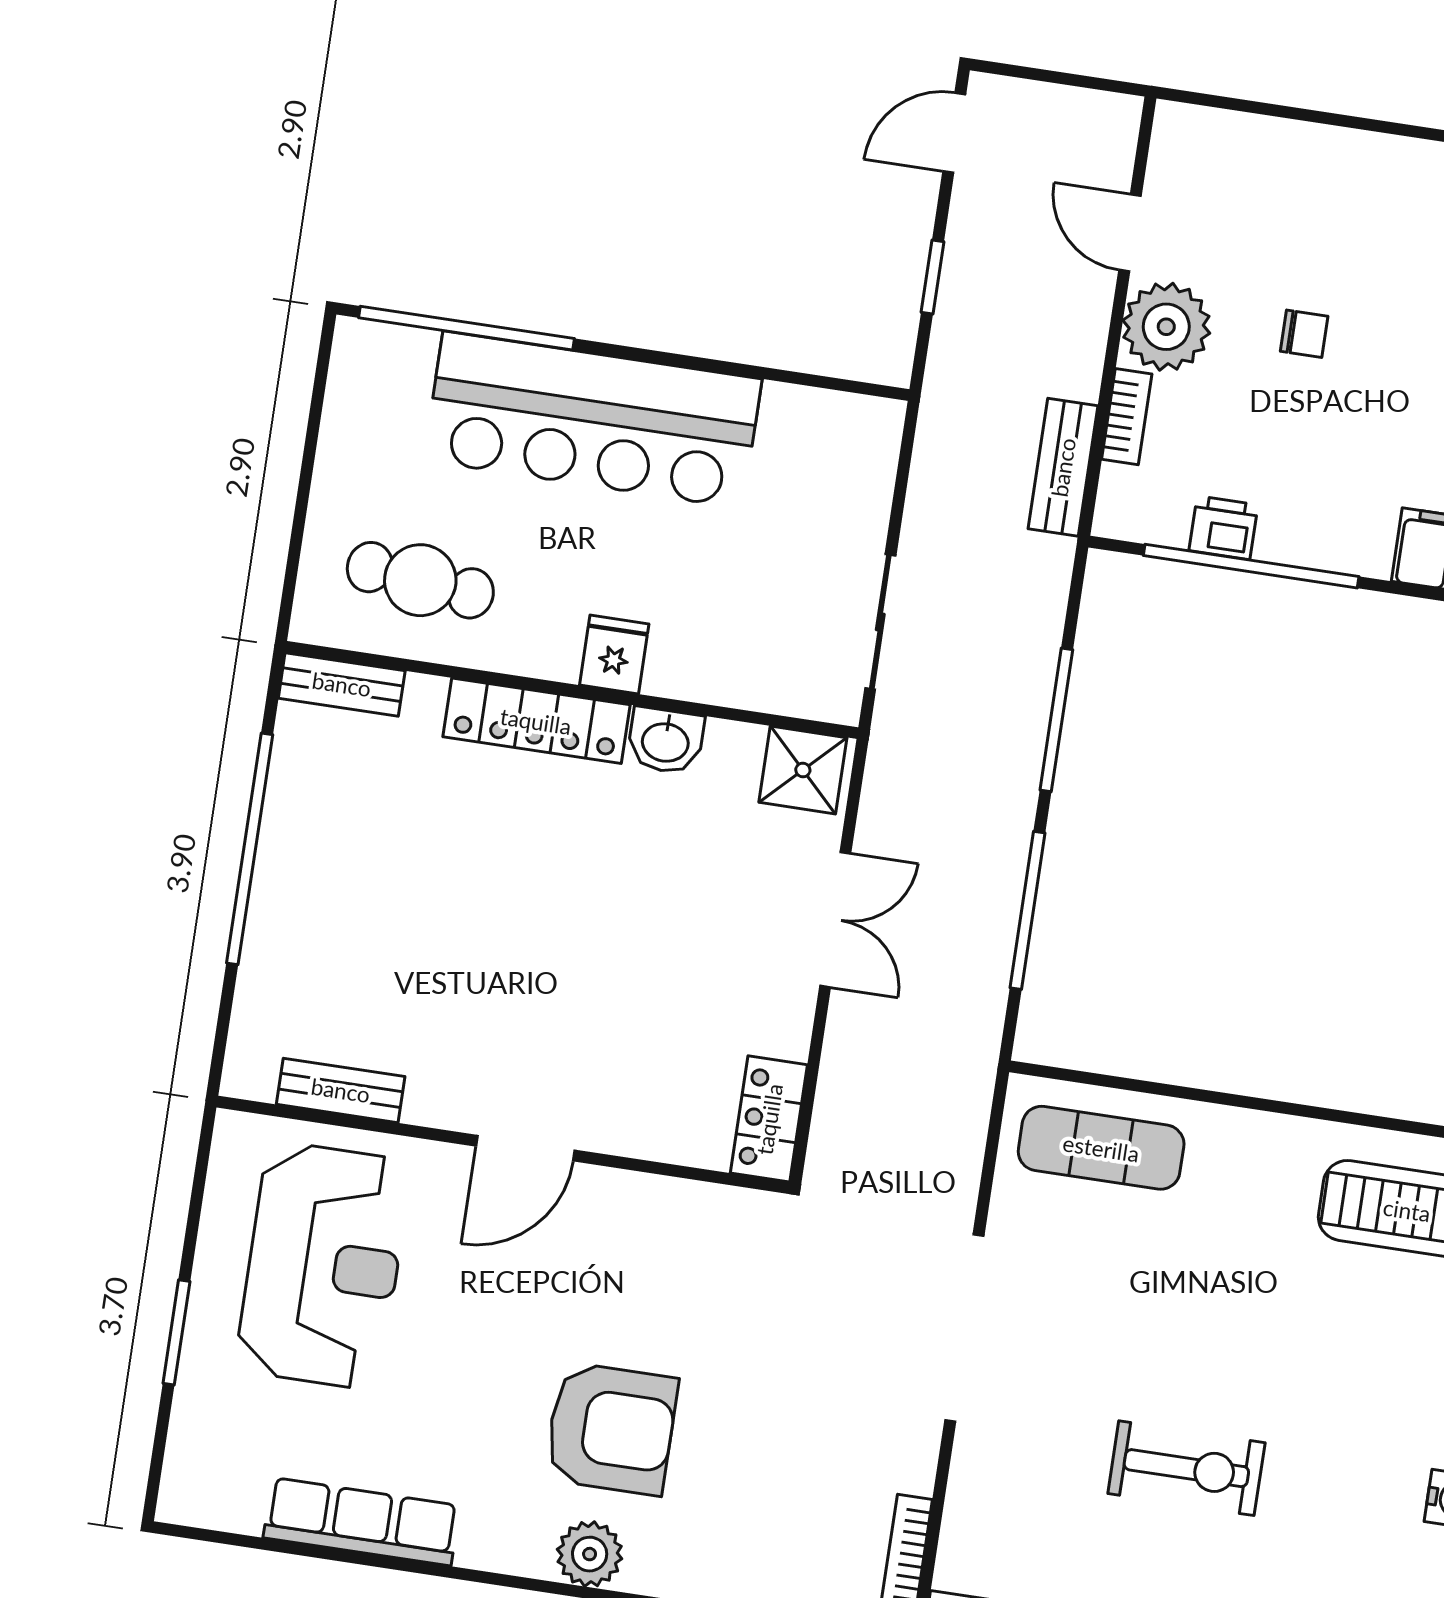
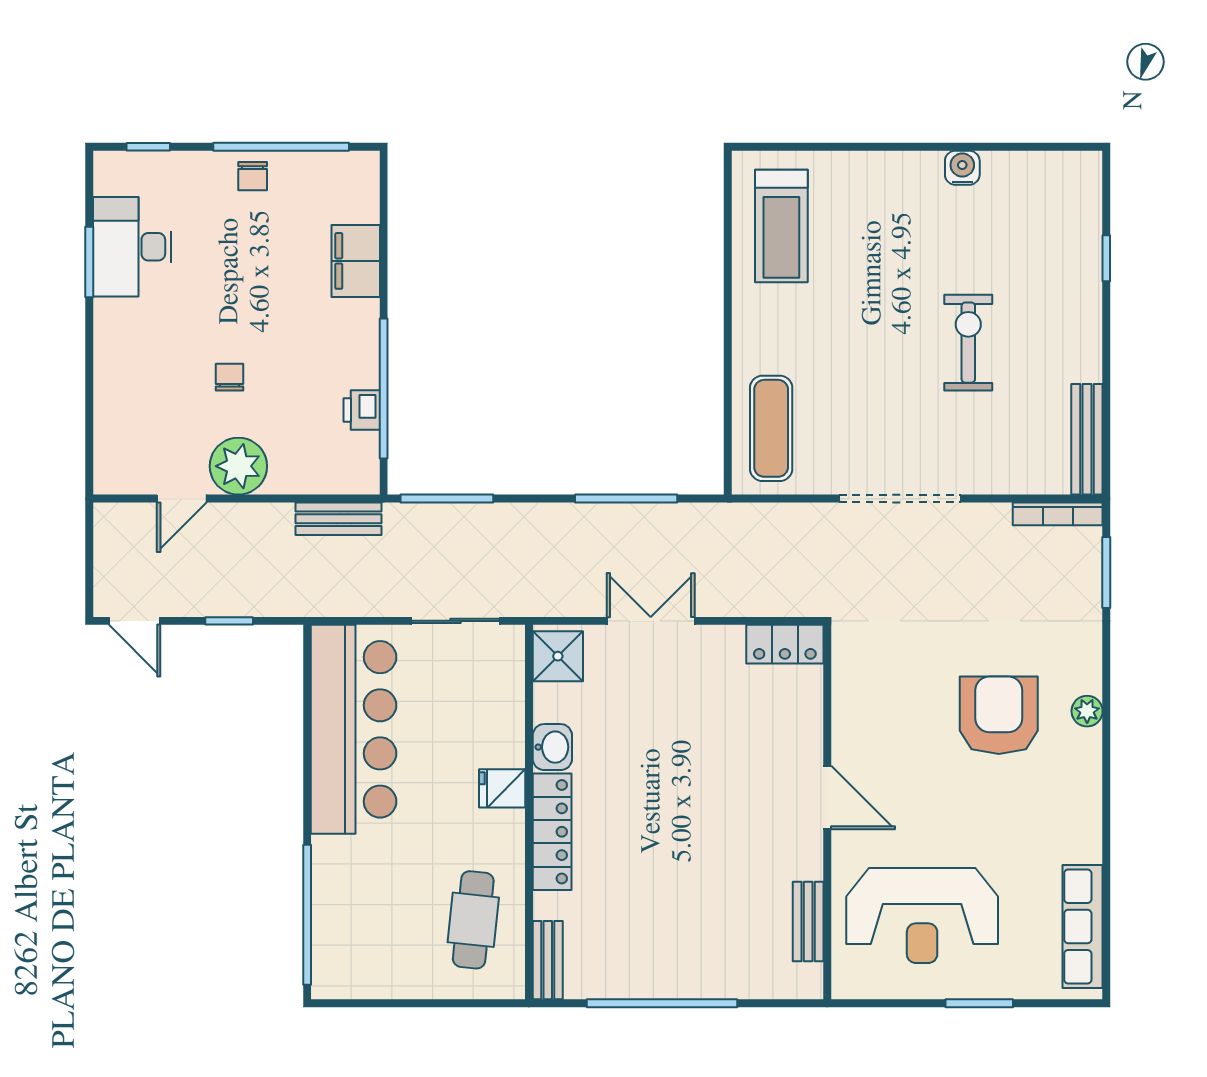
bookcase: (1127, 417) -> (300, 483), removed
bar counter: (593, 420) -> (354, 729), moved
window: (1056, 720) -> (447, 499), moved
reception desk: (323, 1266) -> (922, 916), turned 180
row of seats: (361, 1522) -> (1083, 926), moved
plant: (590, 1554) -> (1087, 711), width x0.73, depth x0.73

